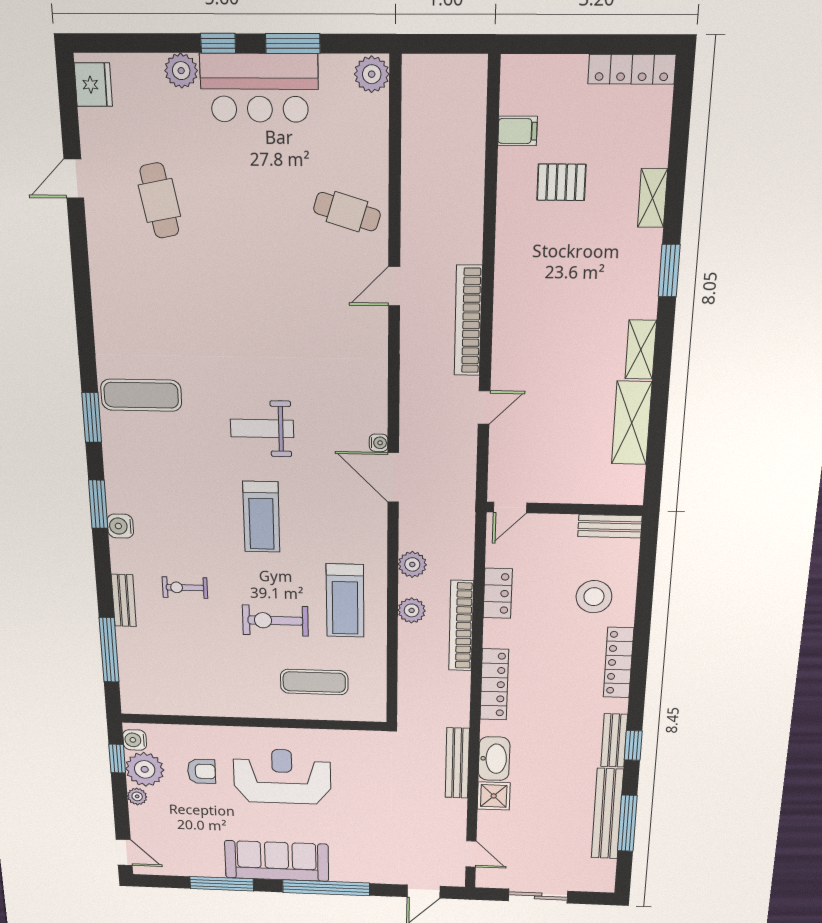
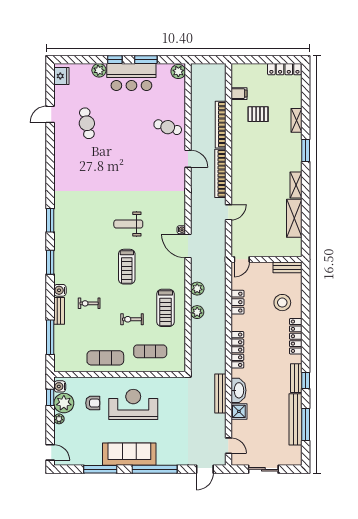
door: (394, 286) -> (188, 159), swing flipped
exercise mat: (141, 395) -> (105, 358), moved
water cooler: (120, 526) -> (60, 290), moved
exercise bike: (275, 621) -> (132, 319), width x0.73, depth x0.72
bookcase: (461, 626) -> (221, 125), moved

